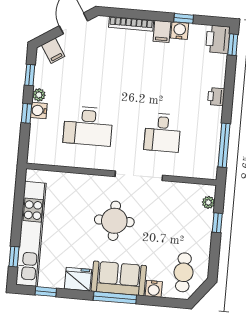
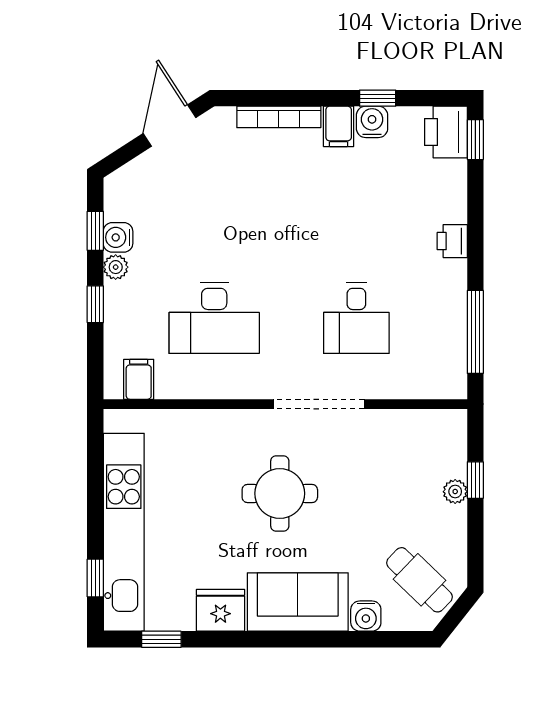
filing cabinet: (53, 51) -> (139, 379), moved, turned -147
water cooler: (39, 111) -> (118, 237), moved
plant: (208, 202) -> (455, 492), moved
cafe table: (183, 272) -> (419, 580), turned -46
window: (115, 298) -> (294, 639), removed

